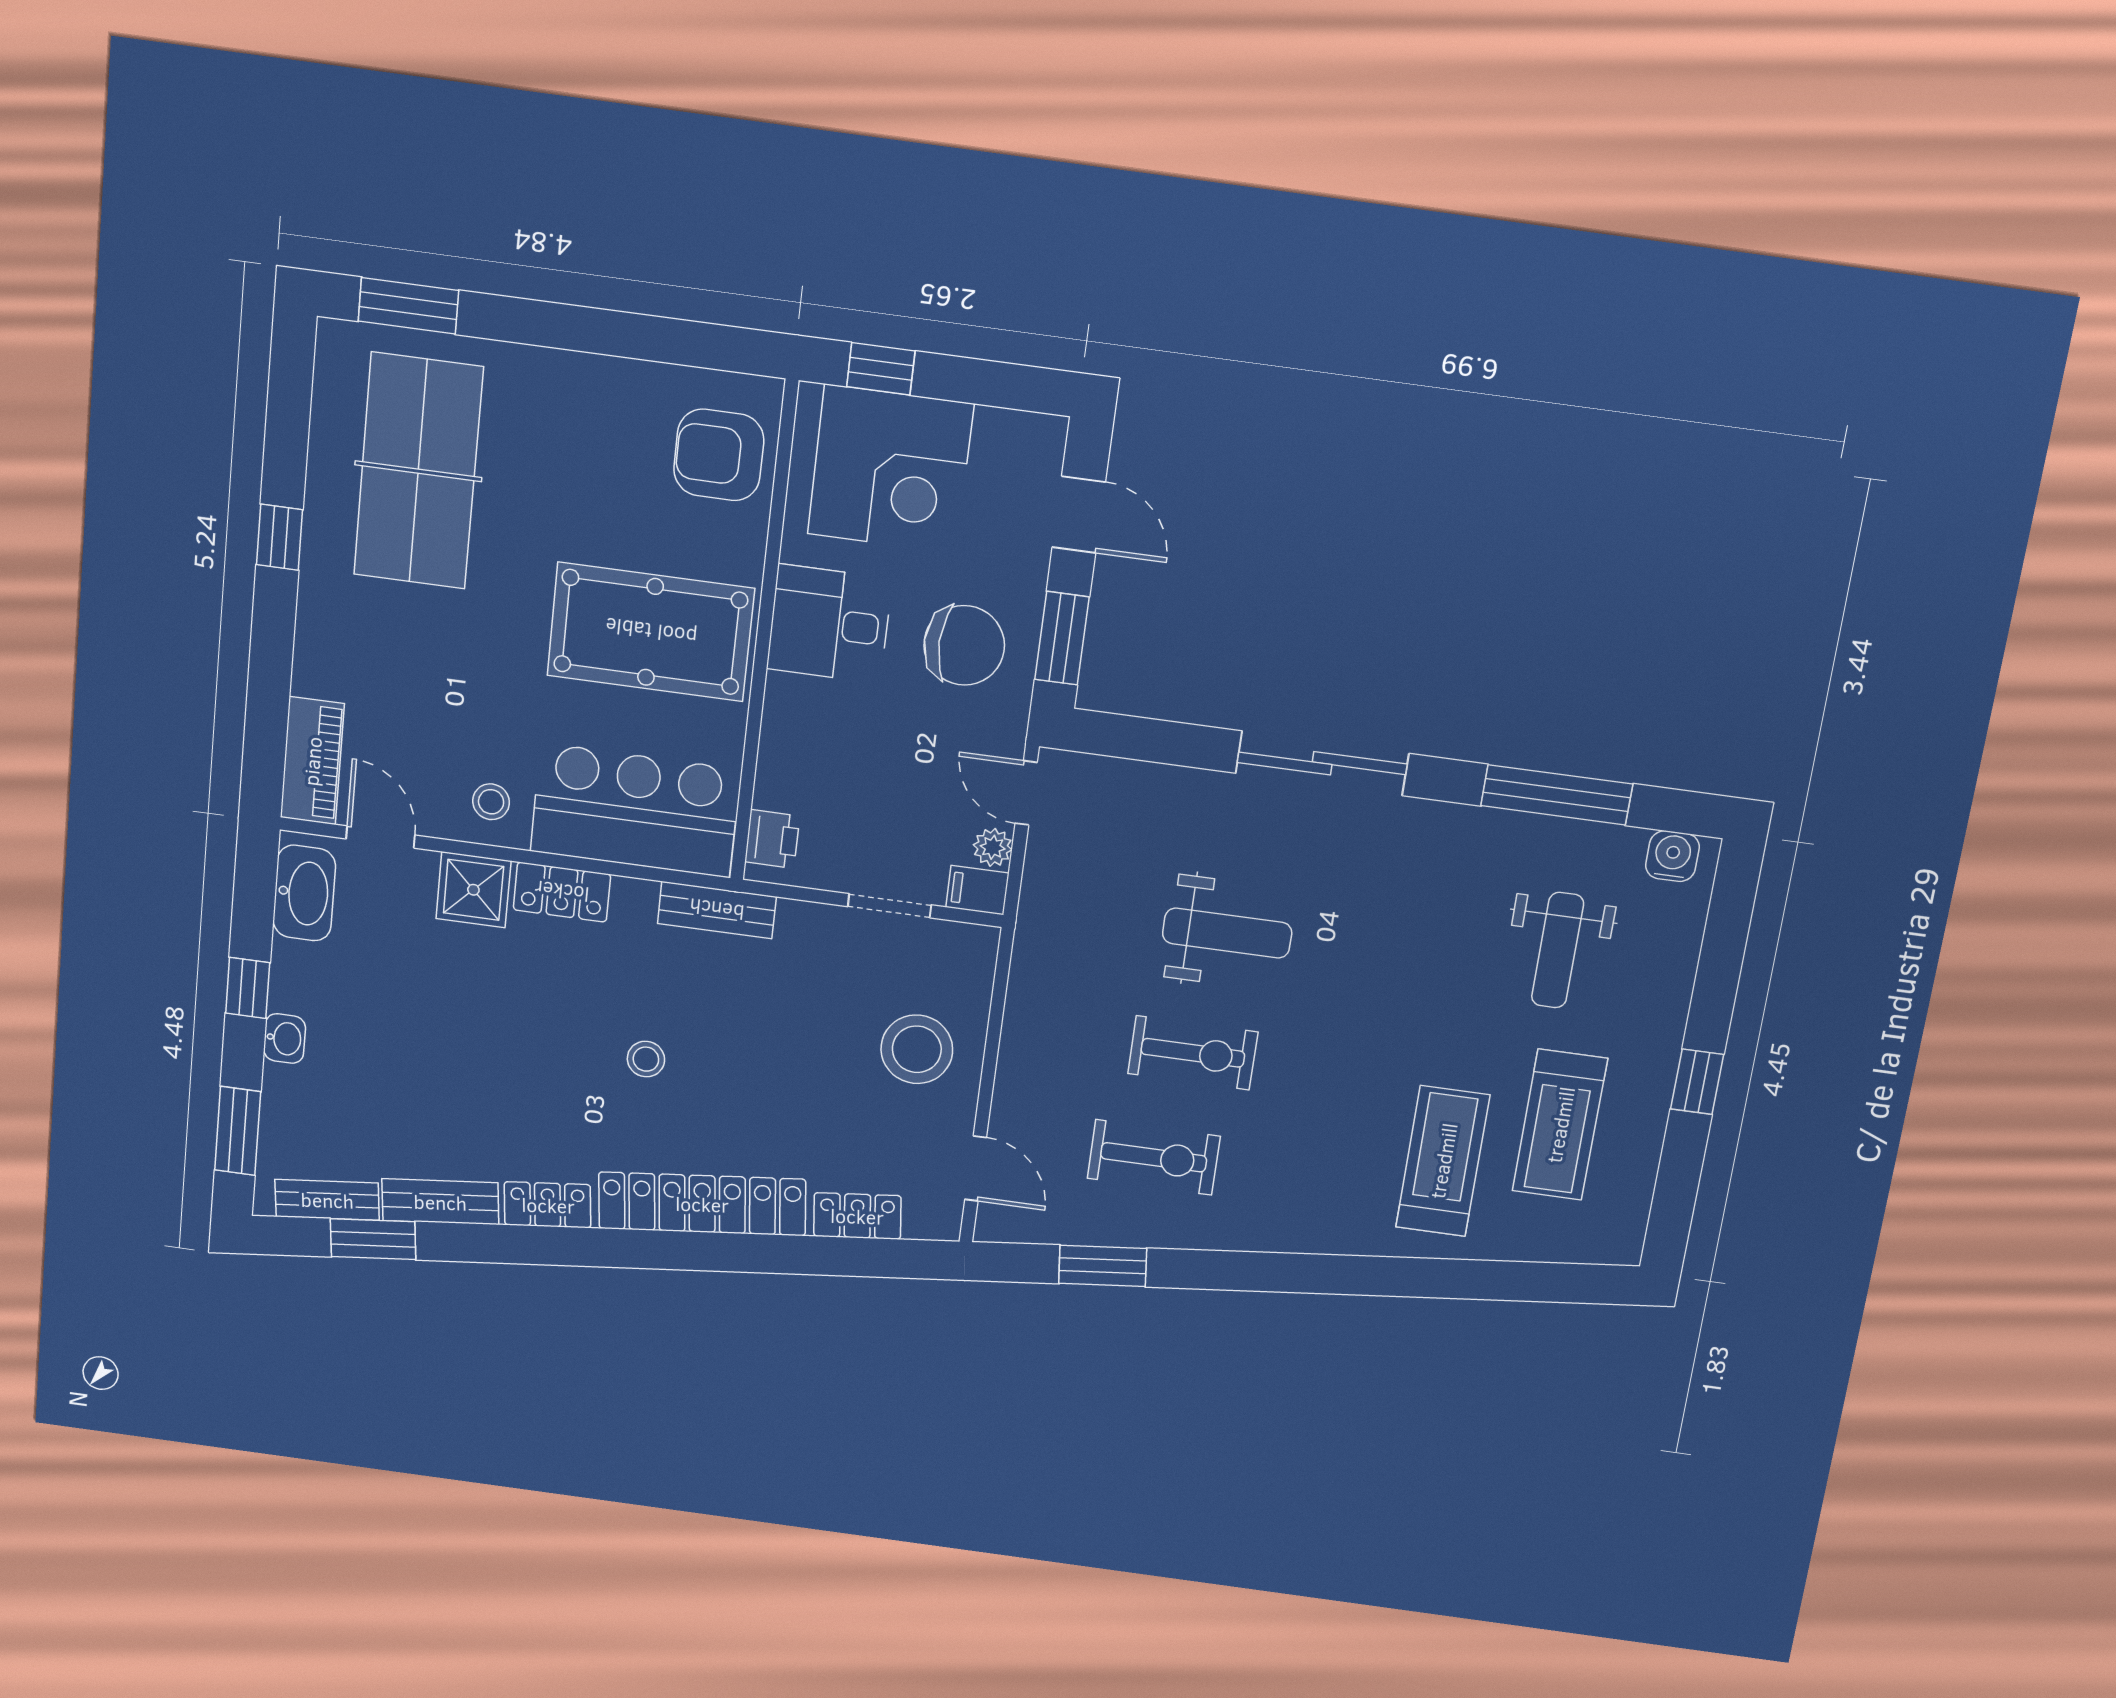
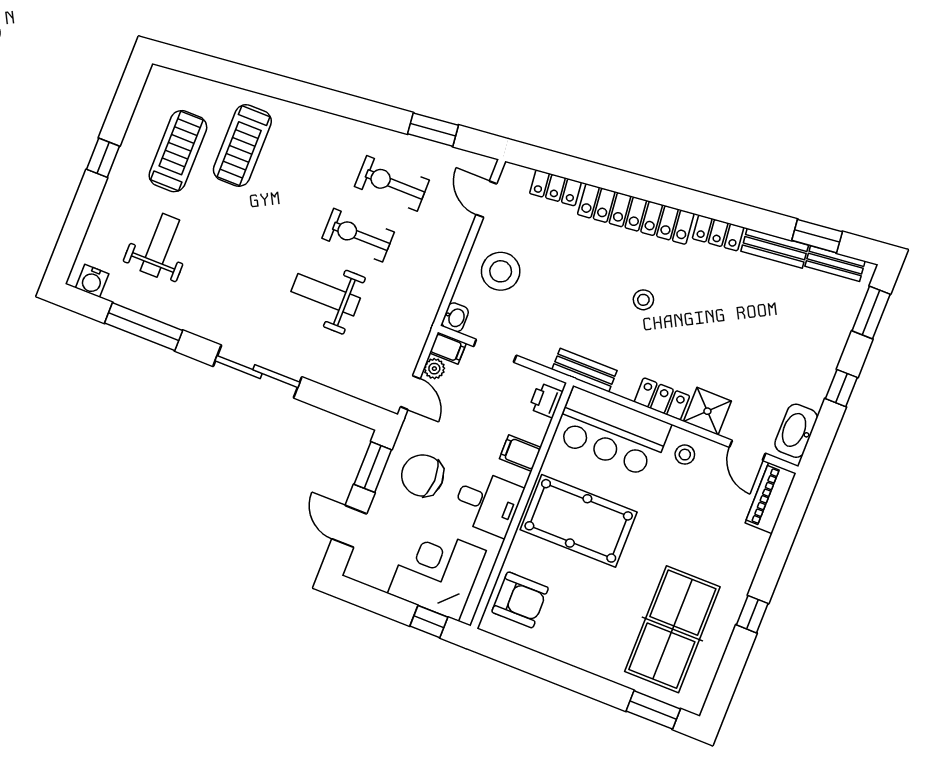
filing cabinet: (793, 731) -> (520, 453), added
washbasin: (285, 1038) -> (455, 317), moved, turned 180

